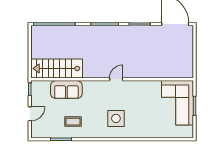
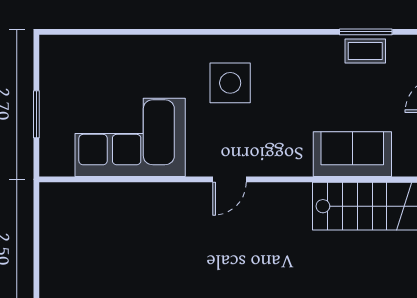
corner sofa: (177, 103) -> (130, 137), moved, turned -90
coffee table: (73, 122) -> (365, 51), moved

